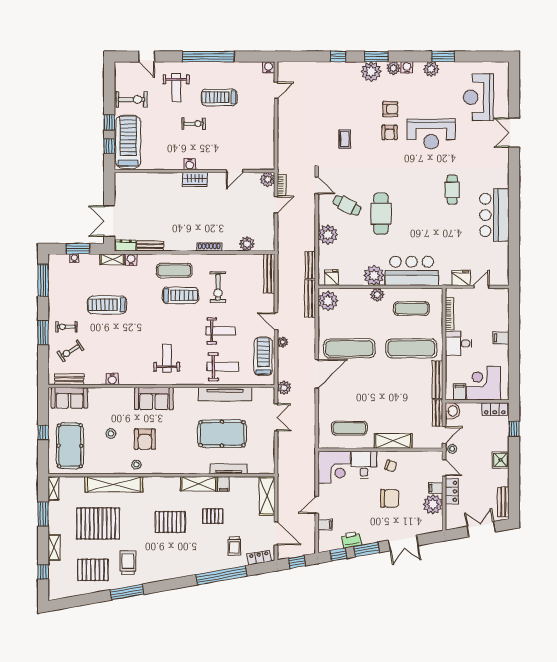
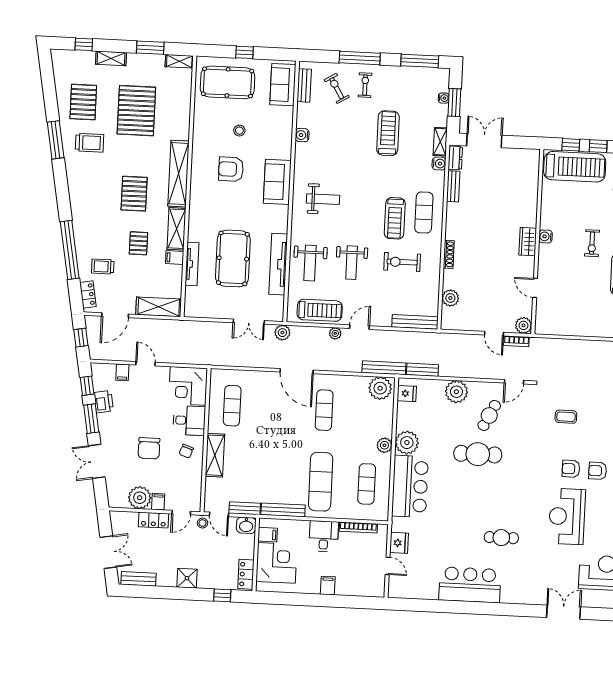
armchair: (390, 109) -> (598, 471), turned 90
window: (43, 333) -> (360, 58), width x1.44
exercise mat: (349, 348) -> (324, 410), width x0.73, depth x0.69
stool: (136, 465) -> (202, 158), removed
shelving: (114, 484) -> (179, 174), moved

